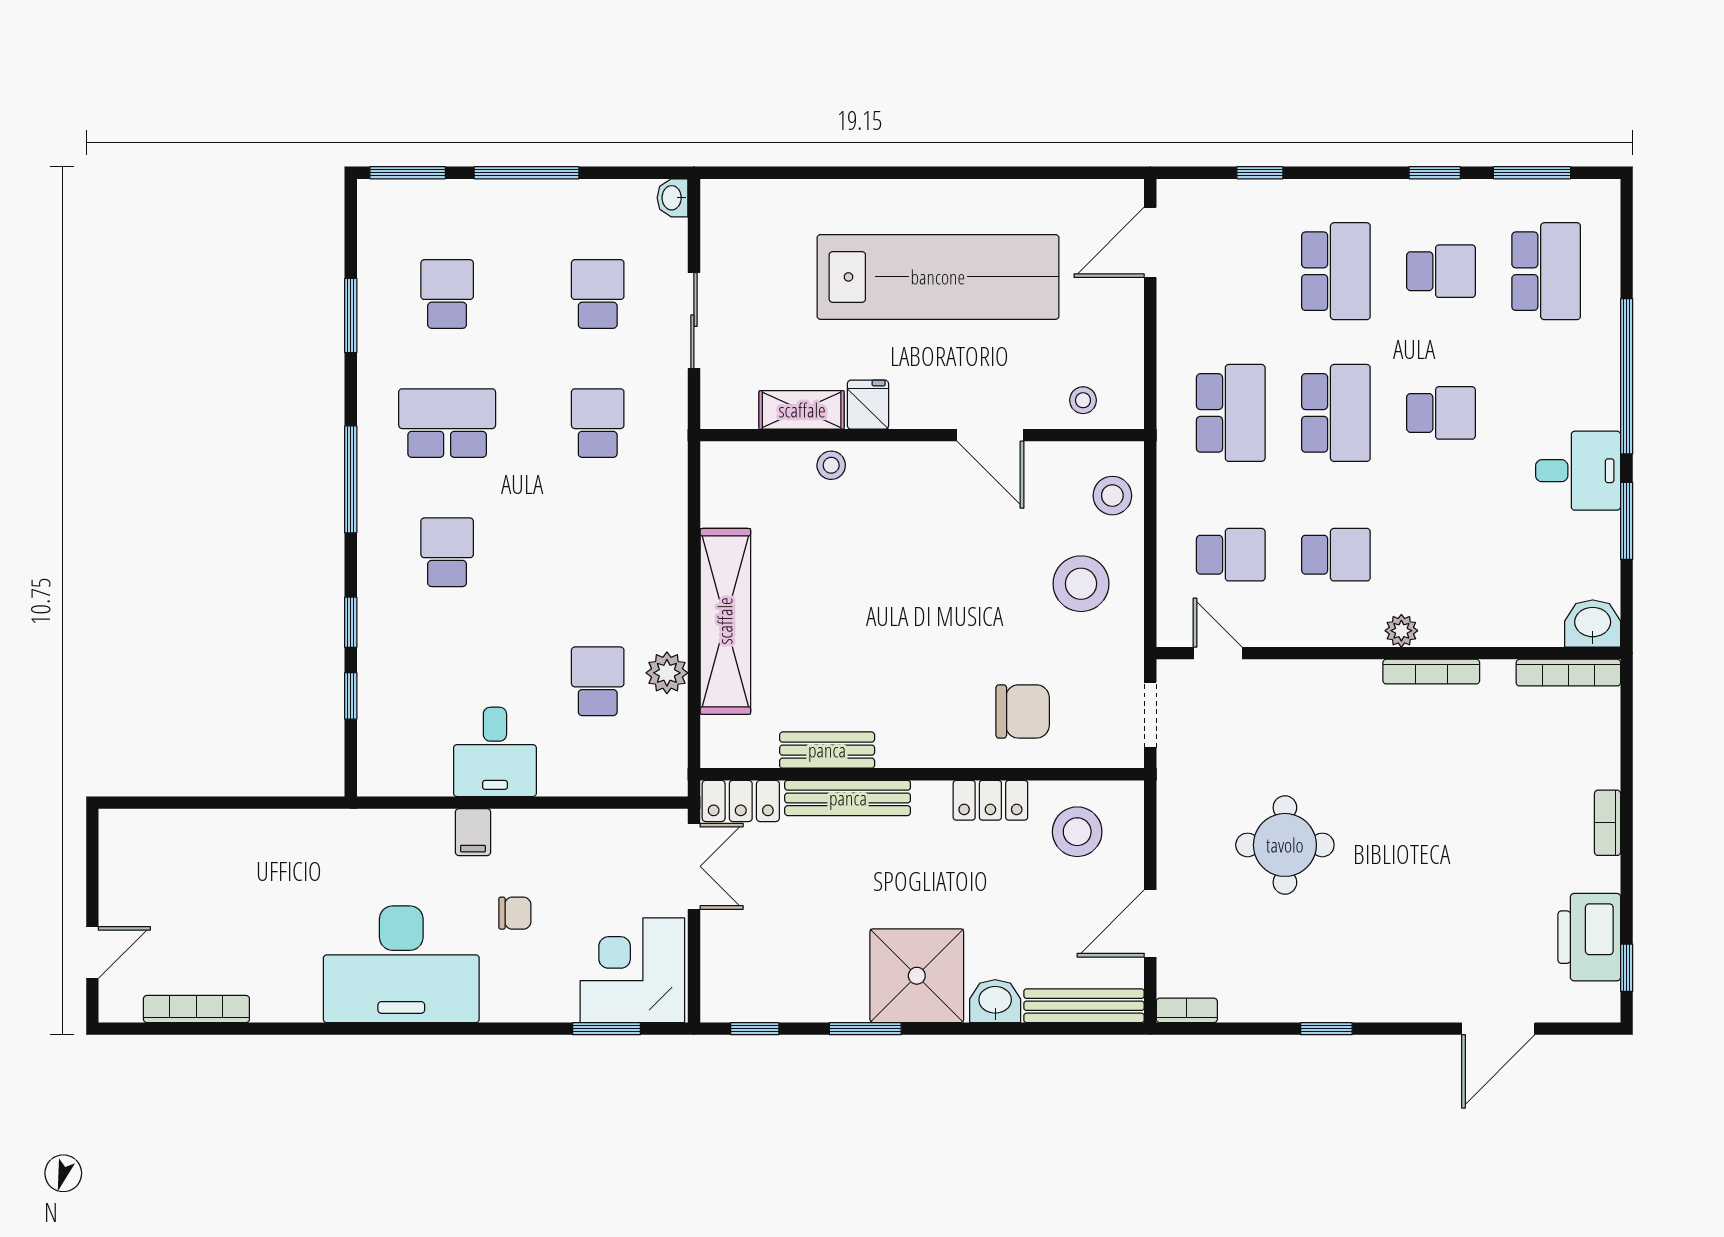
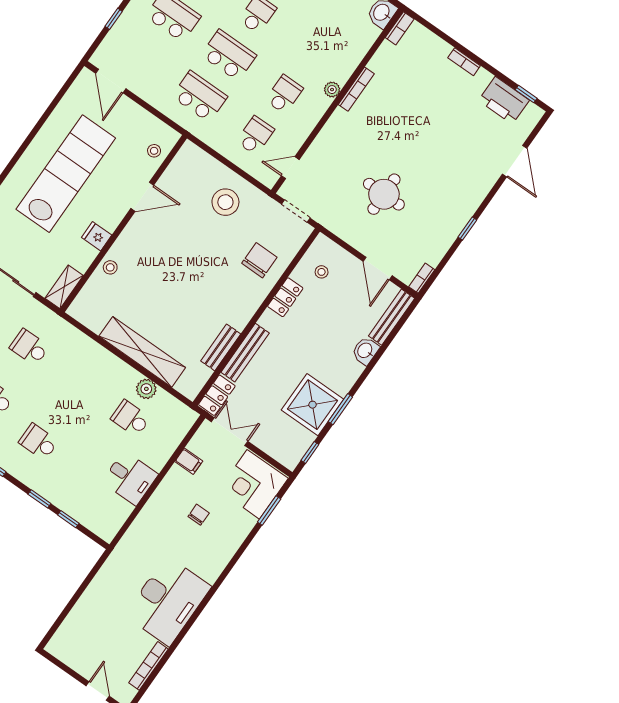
shelving: (802, 410) -> (64, 287), moved
stool: (1112, 496) -> (200, 166), removed
bookcase: (1568, 673) -> (400, 28), width x0.64
filing cabinet: (473, 832) -> (189, 461), moved
stool: (1077, 832) -> (322, 272), width x0.53, depth x0.53
desk: (401, 964) -> (168, 601), moved
shower: (917, 976) -> (313, 405), moved

